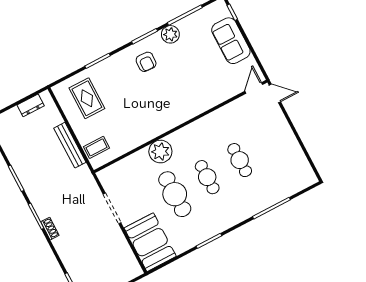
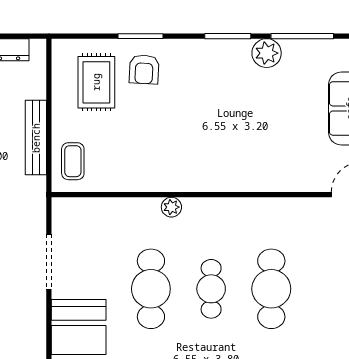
armchair: (146, 62) -> (144, 69), moved
coffee table: (97, 147) -> (73, 161), turned 90
plant: (160, 152) -> (171, 207), width x0.53, depth x0.53
cafe table: (240, 160) -> (271, 289), width x1.37, depth x1.35

